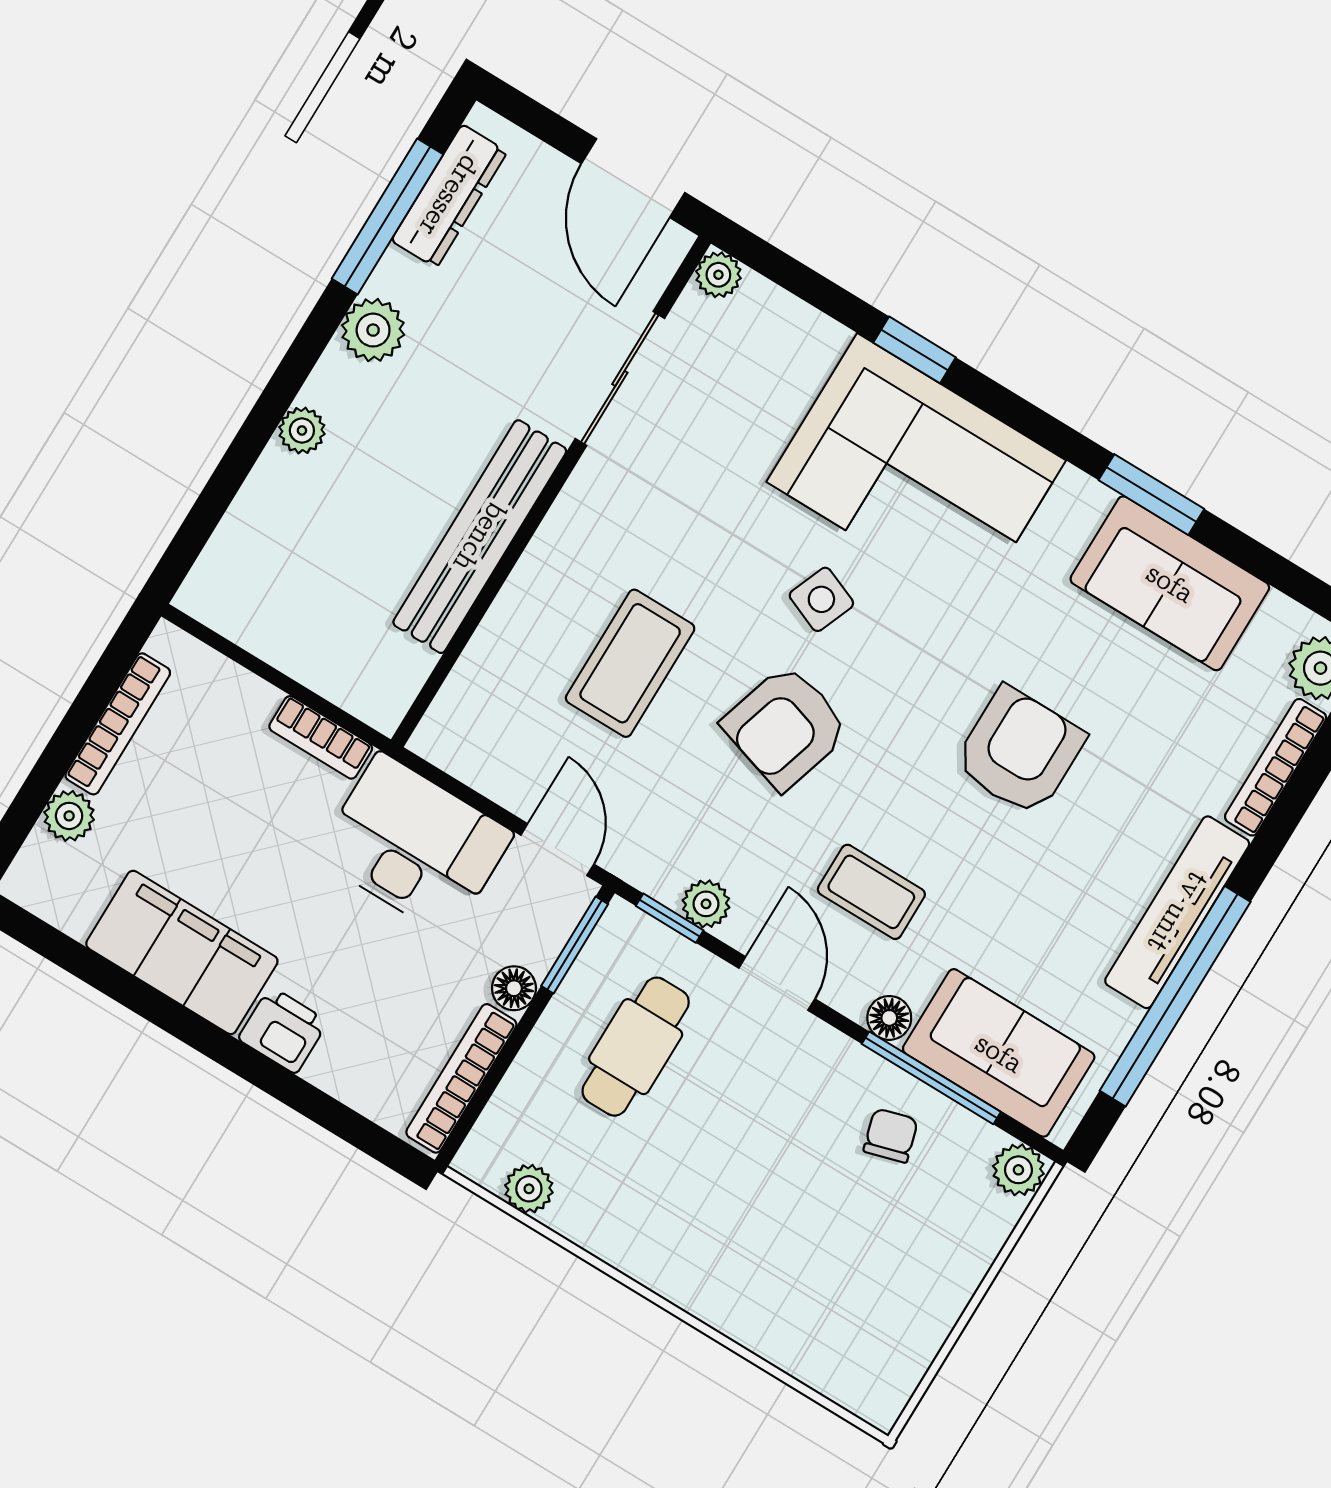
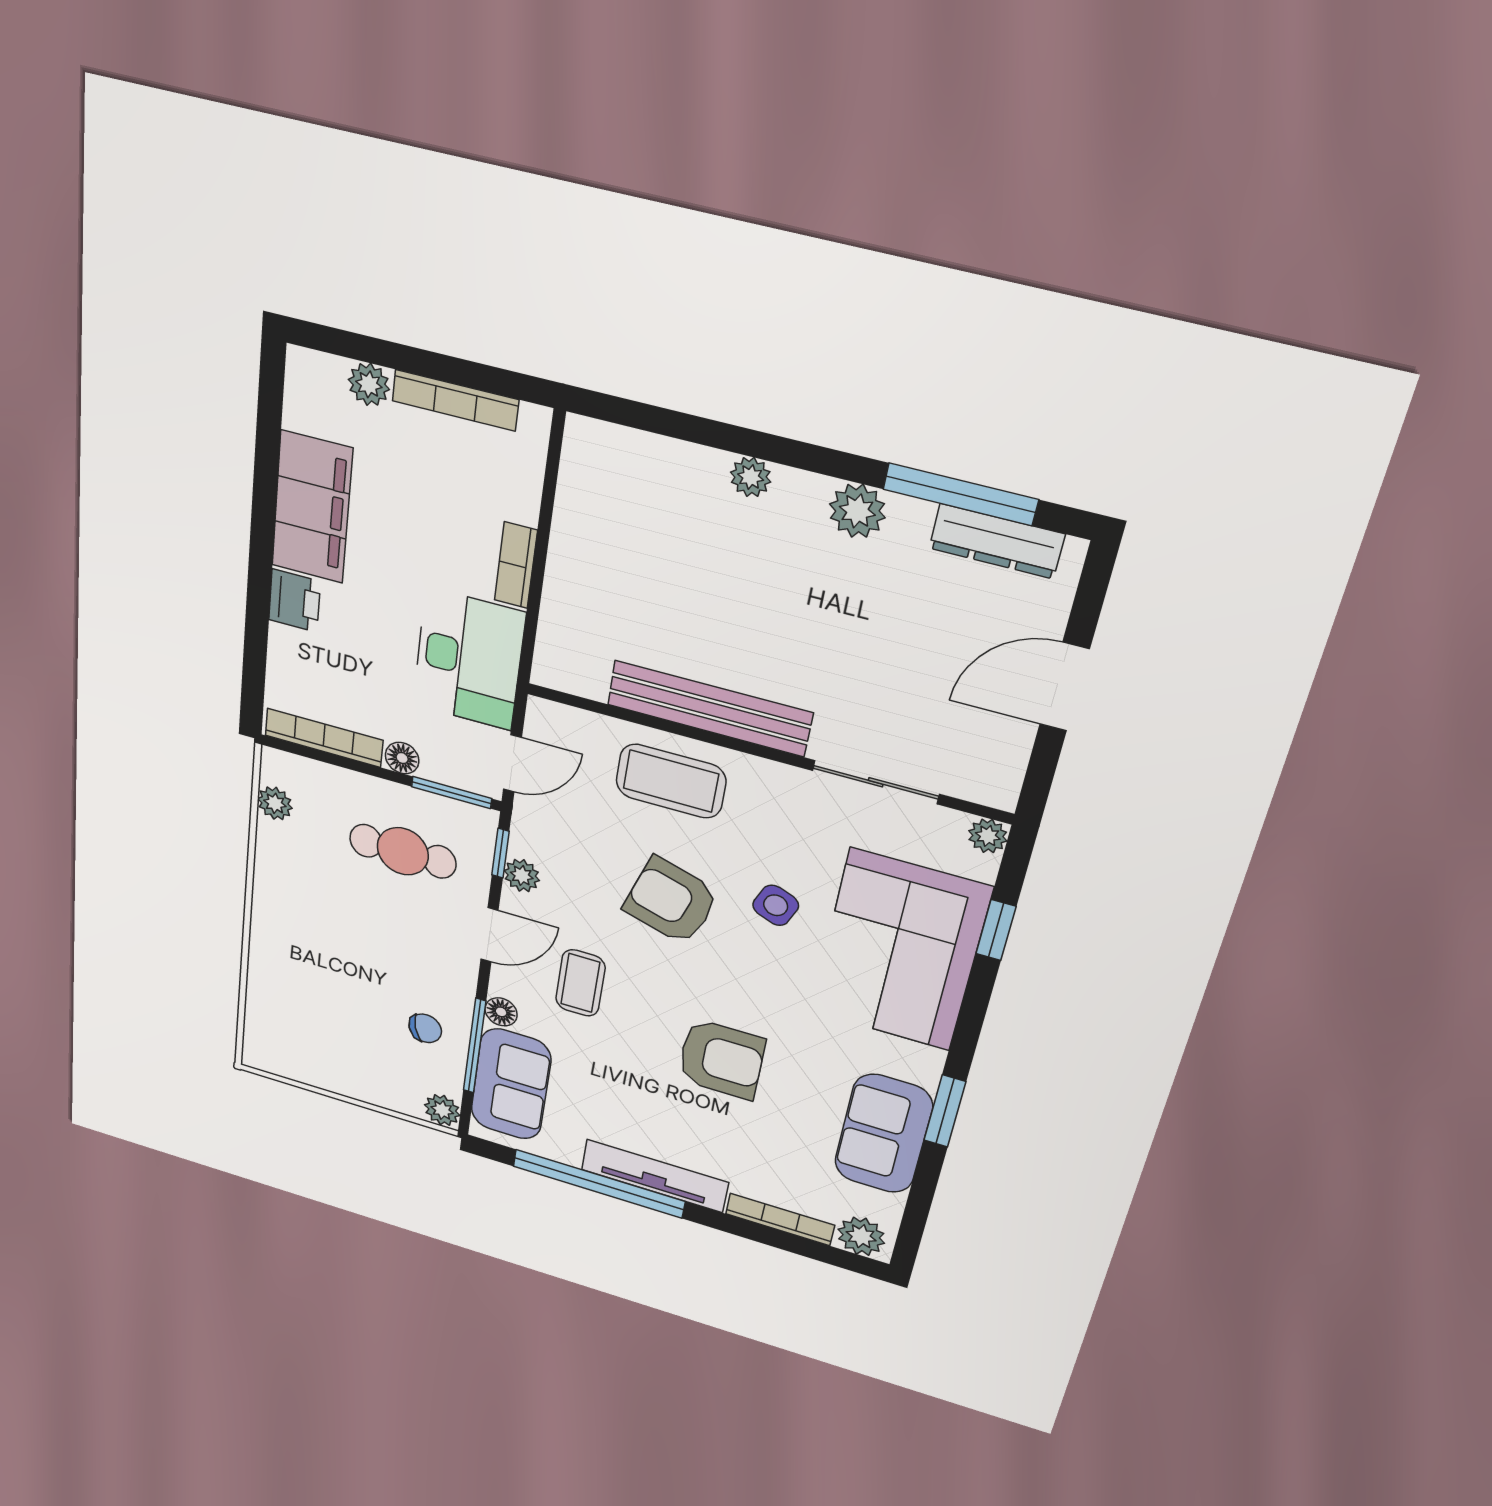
plant: (718, 275) -> (988, 836), moved
sliding door: (620, 378) -> (876, 782), moved
wall: (551, 491) -> (766, 753), moved
bench: (480, 537) -> (709, 709), moved

